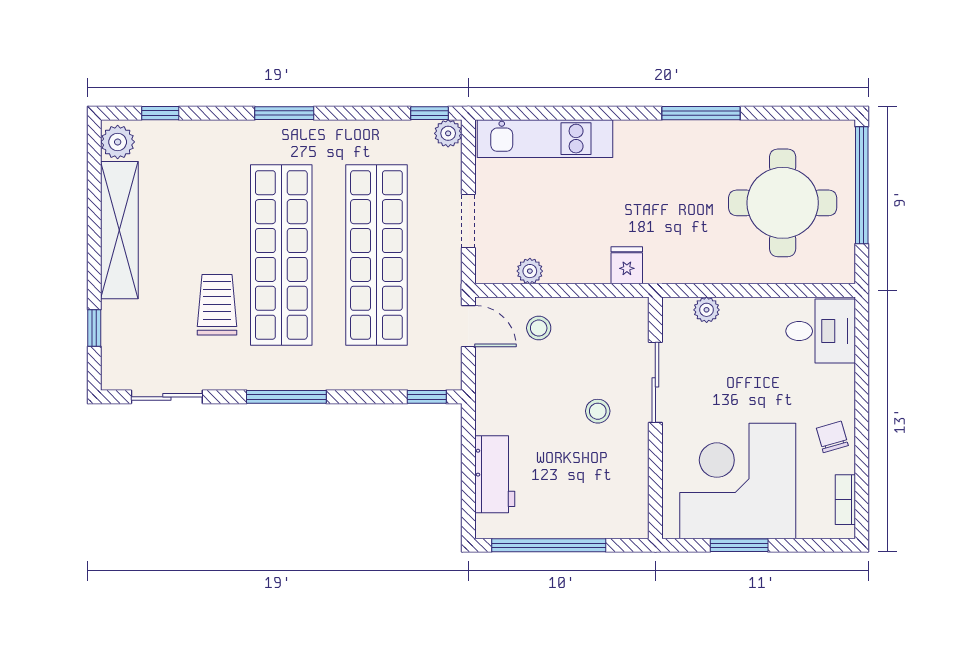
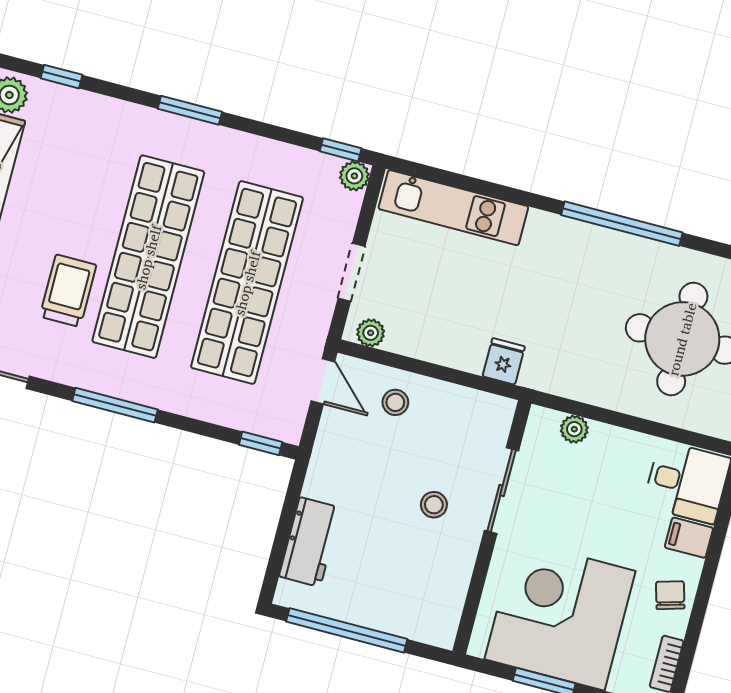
window: (701, 113) -> (622, 224), width x1.46
plant: (530, 271) -> (371, 333), moved
filing cabinet: (836, 381) -> (689, 538), added

